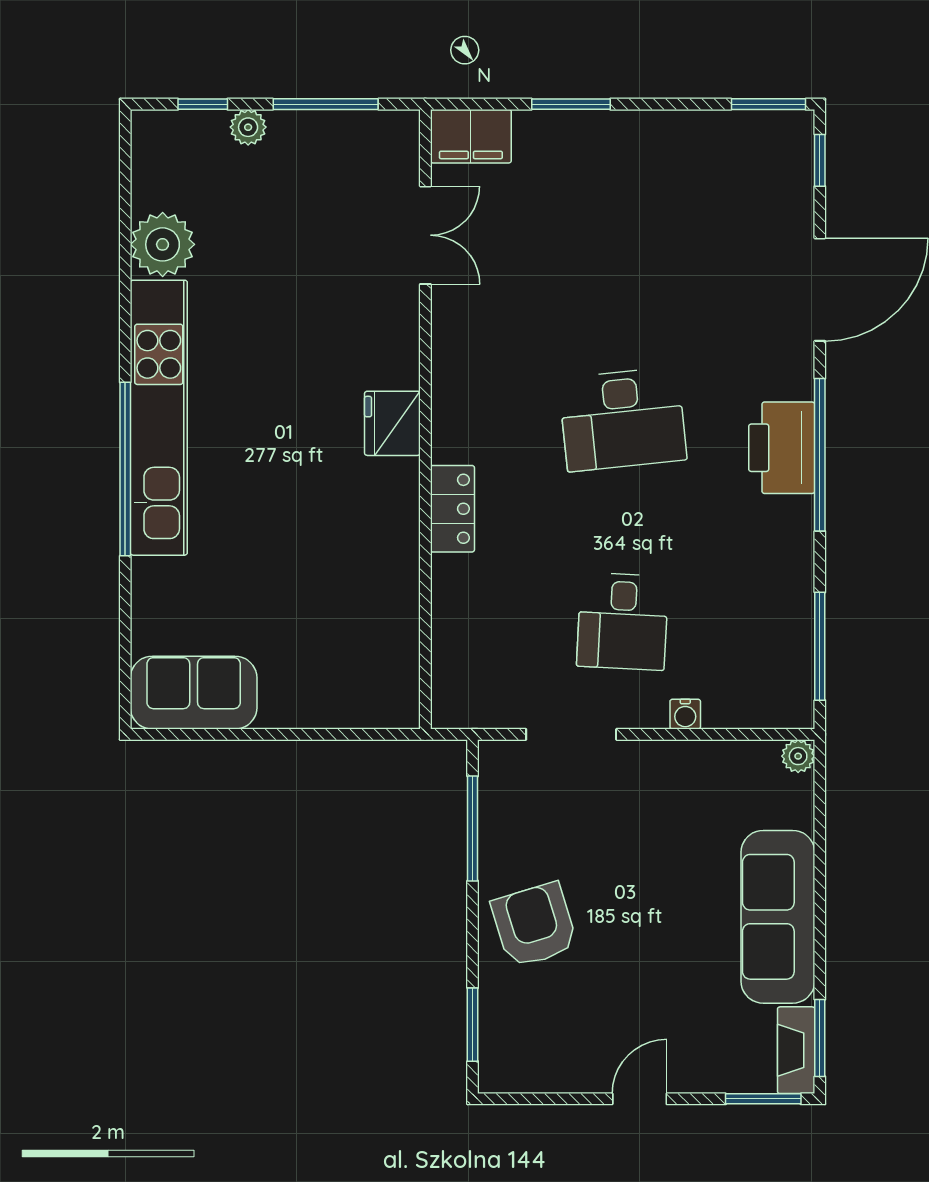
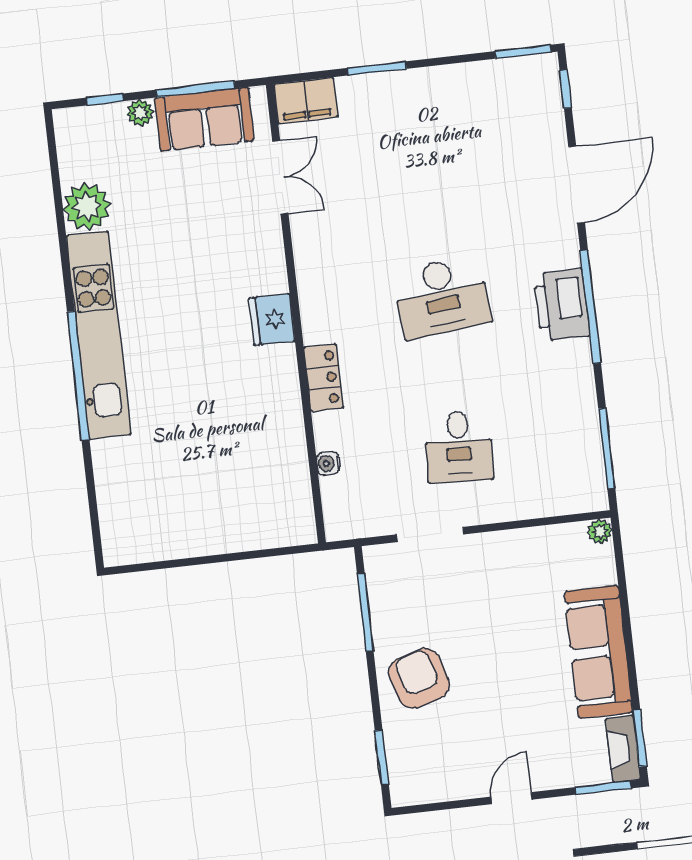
sofa: (194, 693) -> (204, 119), moved, turned 180
water cooler: (685, 714) -> (328, 463), moved, turned 90

